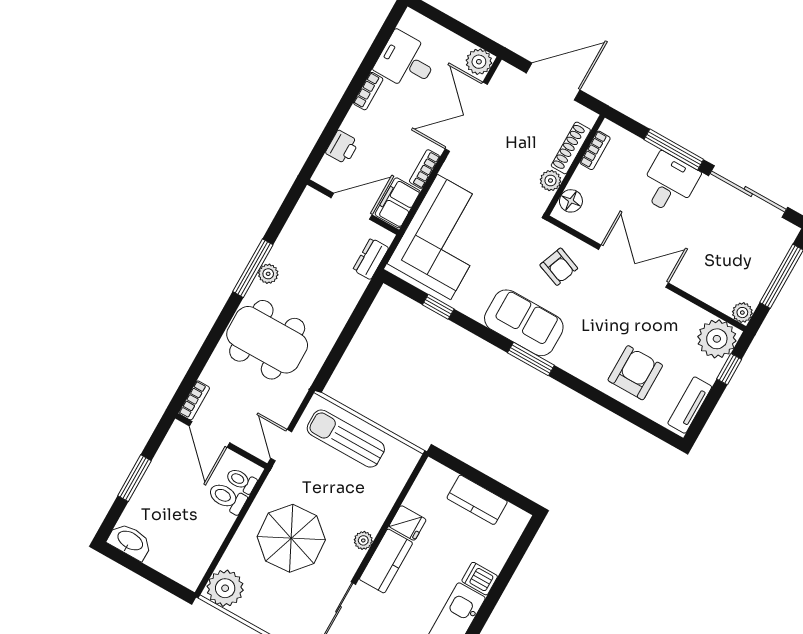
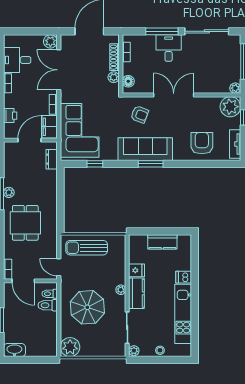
sofa: (524, 323) -> (145, 149), width x1.36
dining table: (267, 340) -> (25, 223), width x0.73

